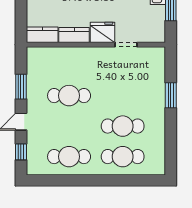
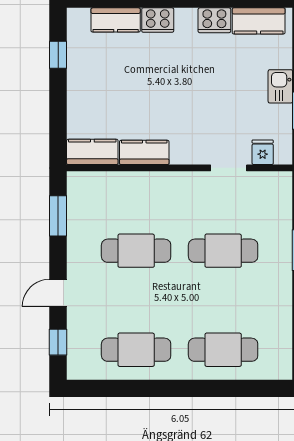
fridge: (102, 32) -> (263, 152), moved, width x0.53, depth x0.75
window: (21, 87) -> (58, 216), moved
cafe table: (123, 126) -> (223, 251), moved

